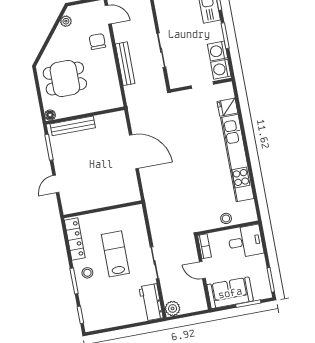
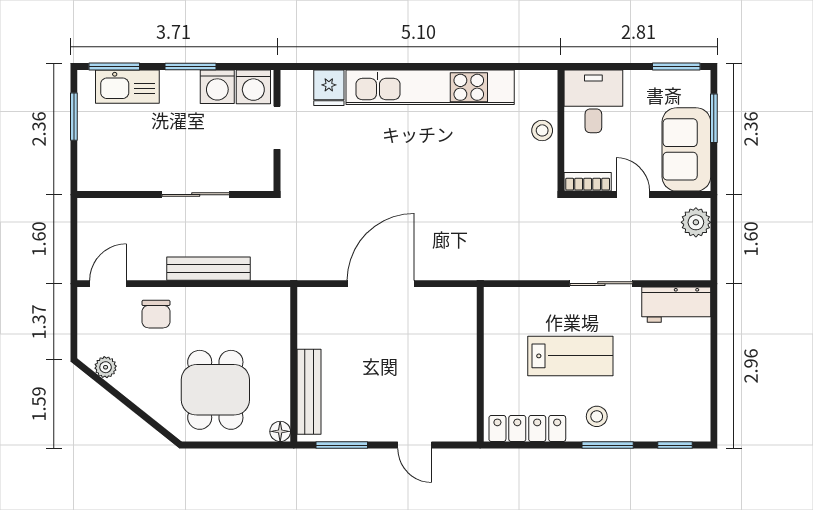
chair: (97, 42) -> (156, 314), turned -90
lab bench: (115, 254) -> (570, 356), turned 180
door: (202, 270) -> (633, 195), swing flipped
plant: (173, 308) -> (696, 222), moved

